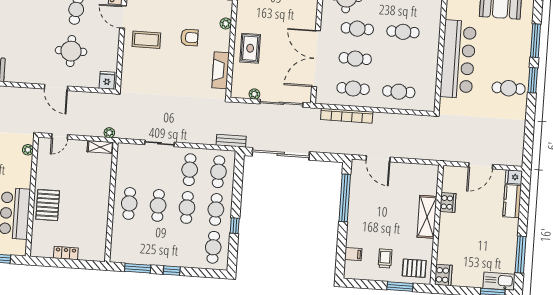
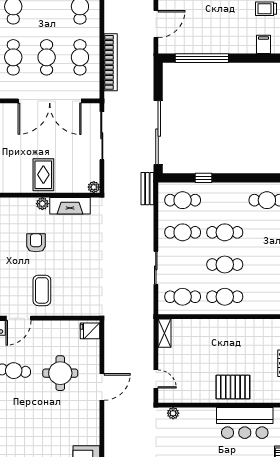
plant: (226, 23) -> (42, 204), moved
rug: (250, 48) -> (43, 175), turned 90
plant: (254, 94) -> (94, 187), moved
plant: (109, 133) -> (148, 324), removed
cafe table: (216, 209) -> (183, 297), moved
window: (235, 226) -> (204, 178), moved

